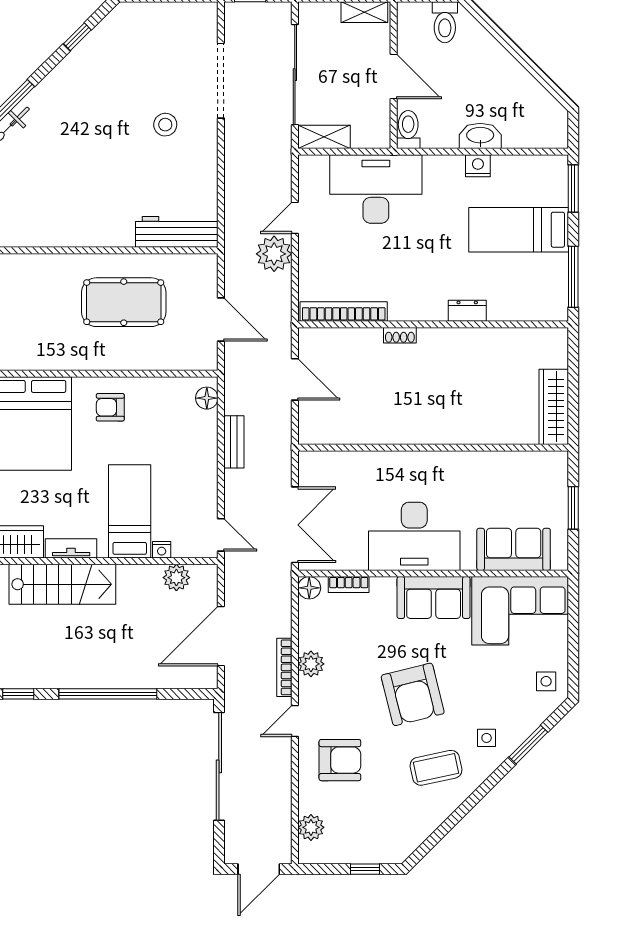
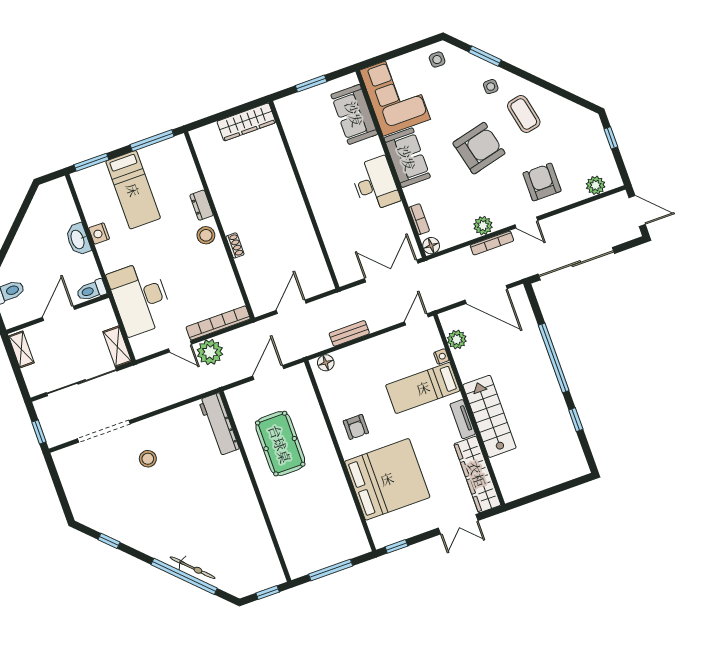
stool: (426, 303) -> (206, 235), added
bookcase: (344, 311) -> (218, 323), moved, turned 90
desk: (414, 536) -> (375, 184), width x0.73, depth x0.77

